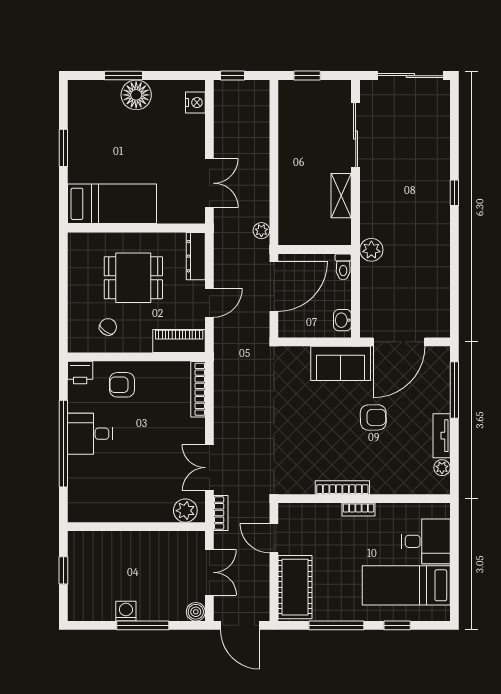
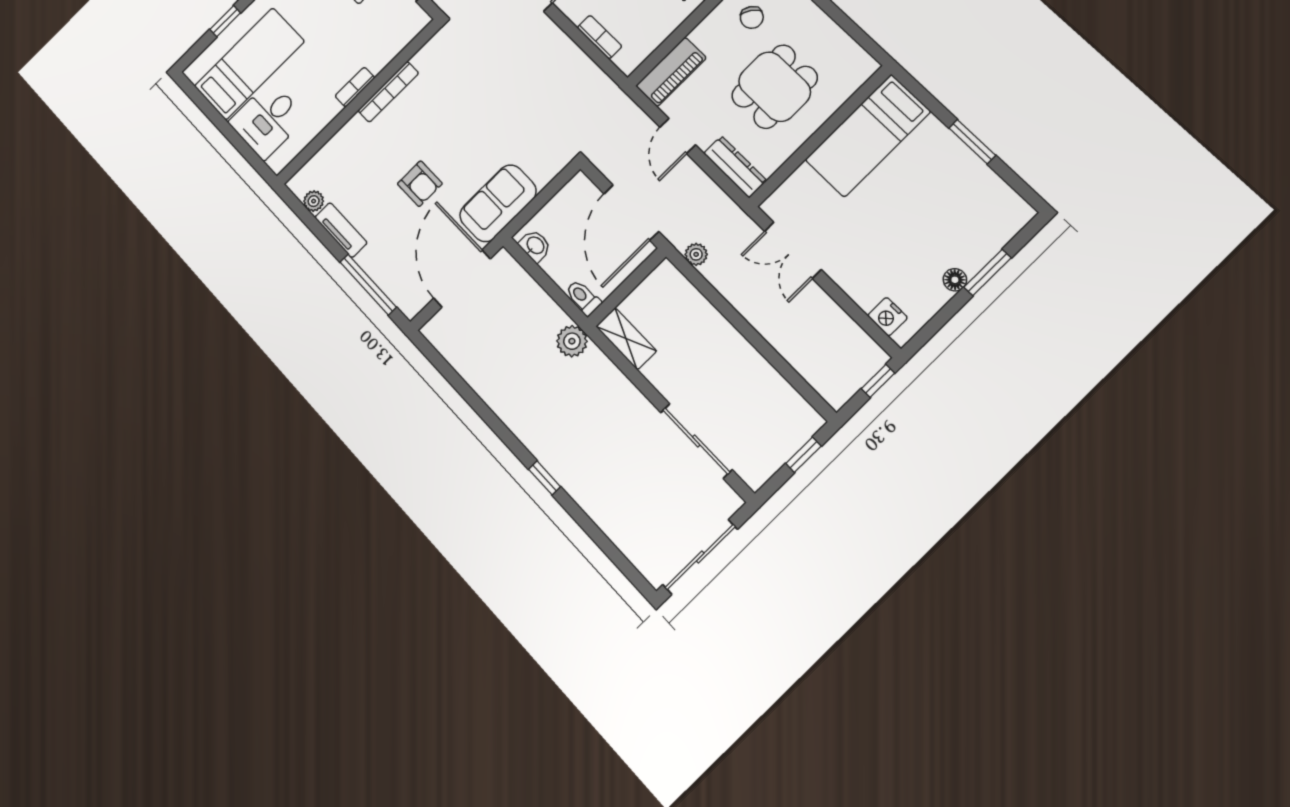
floor lamp: (136, 95) -> (955, 280), width x0.53, depth x0.53
shelving: (341, 196) -> (626, 339), moved
bookcase: (198, 389) -> (600, 37), width x0.64
armchair: (373, 417) -> (420, 184), turned -89

